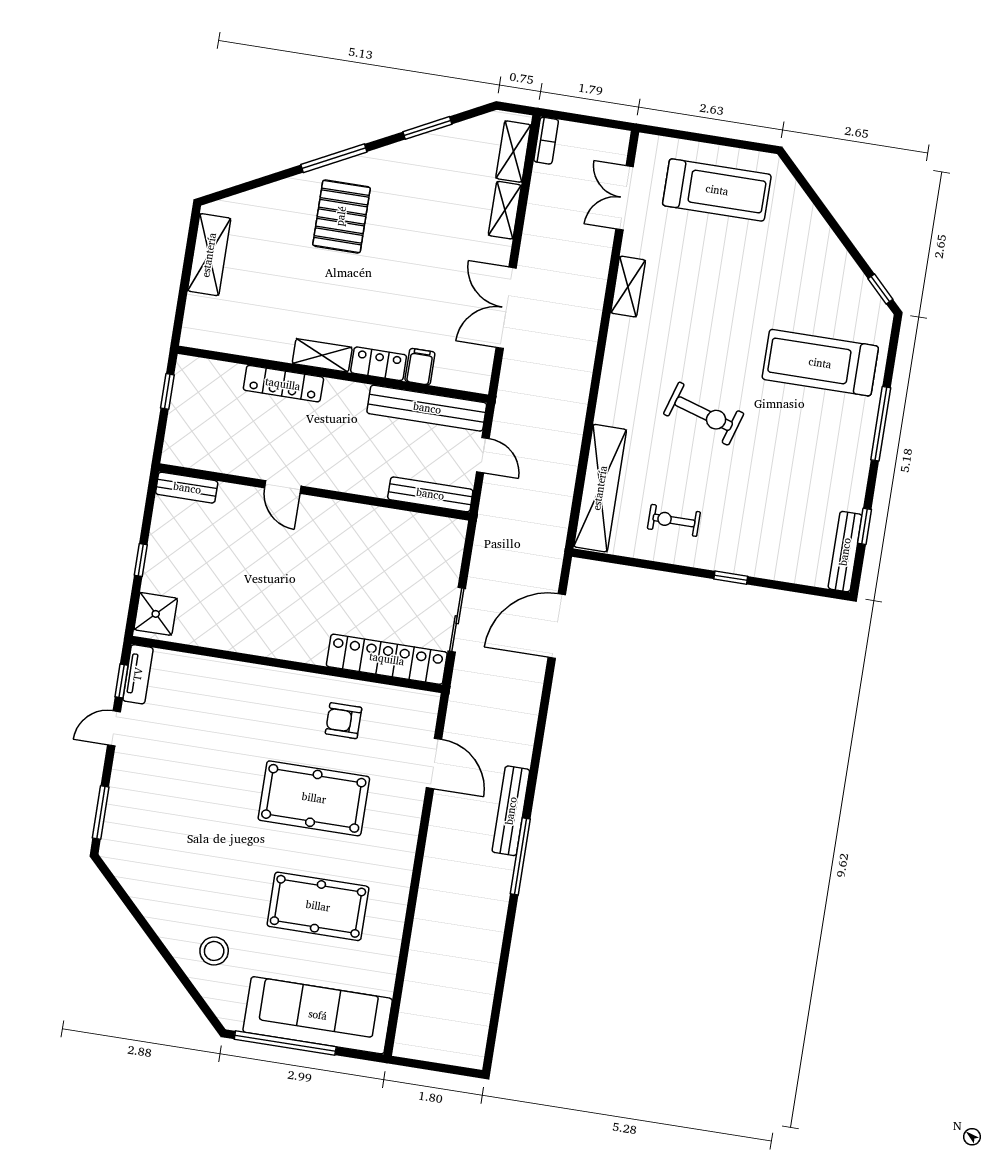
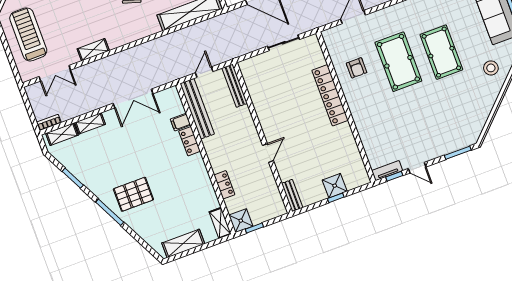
shelving: (322, 355) -> (220, 223), moved
shower: (193, 375) -> (241, 221), added
locker: (283, 384) -> (224, 185), width x0.66
shower: (156, 614) -> (335, 186), moved
locker: (387, 659) -> (330, 95), moved
pool table: (318, 906) -> (441, 52), moved

